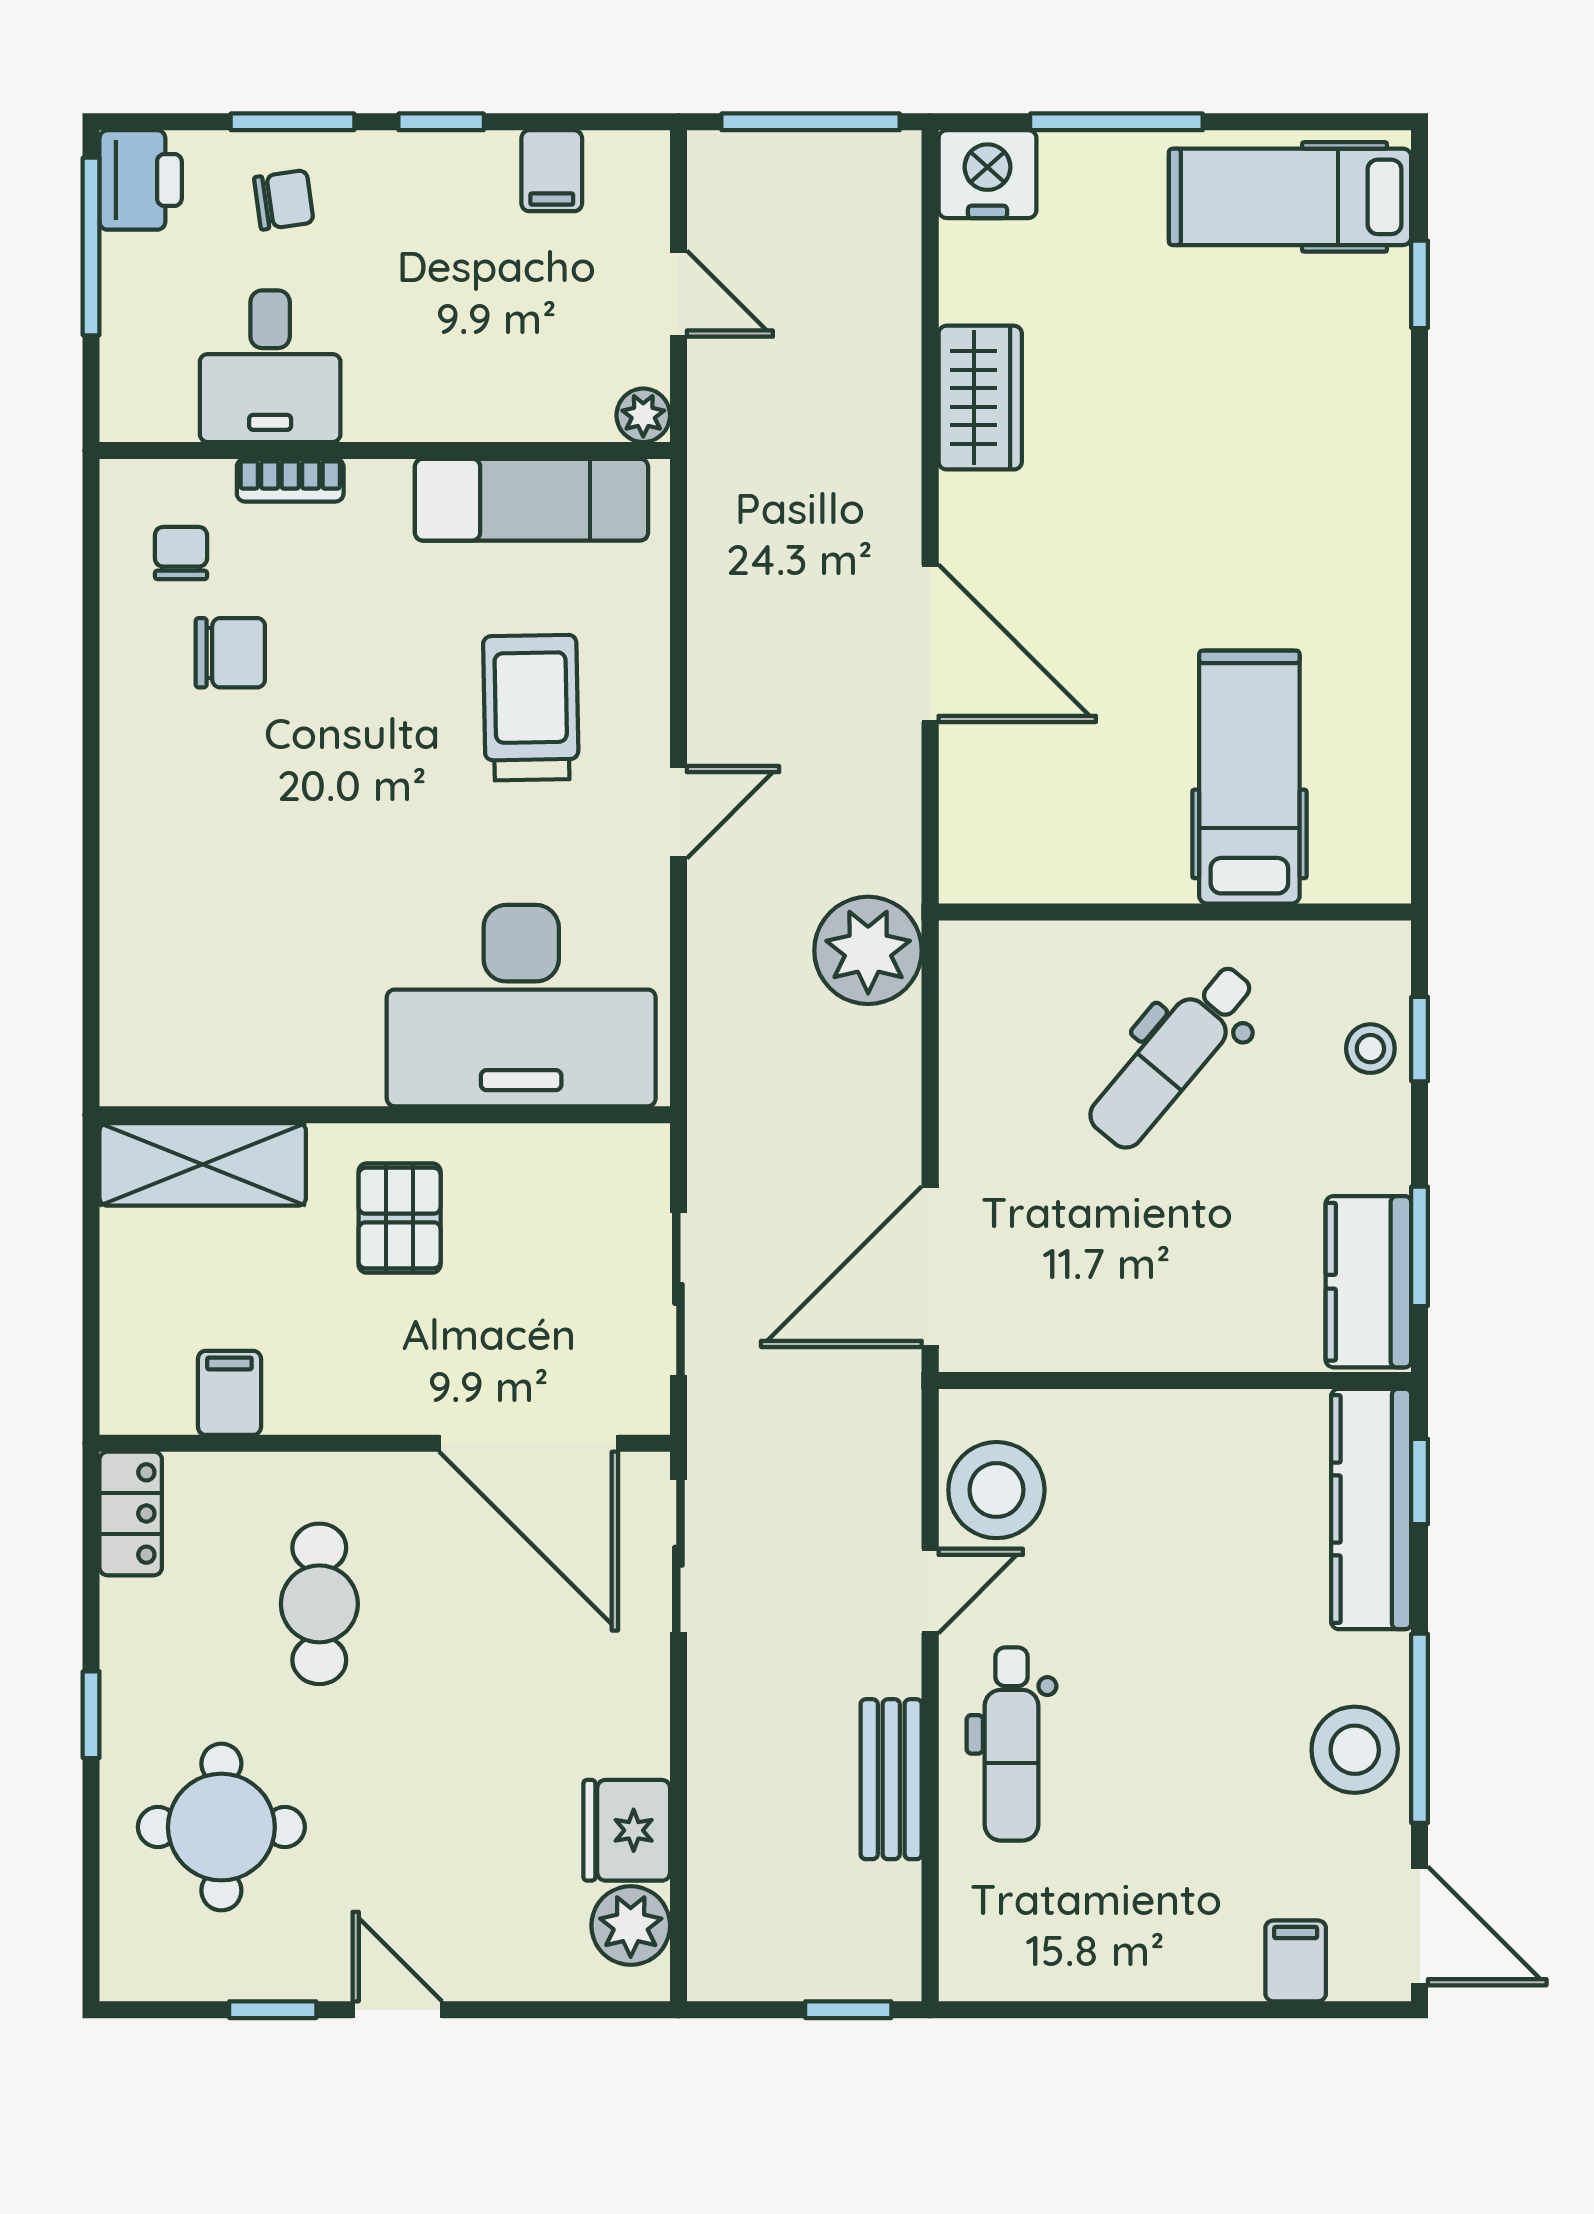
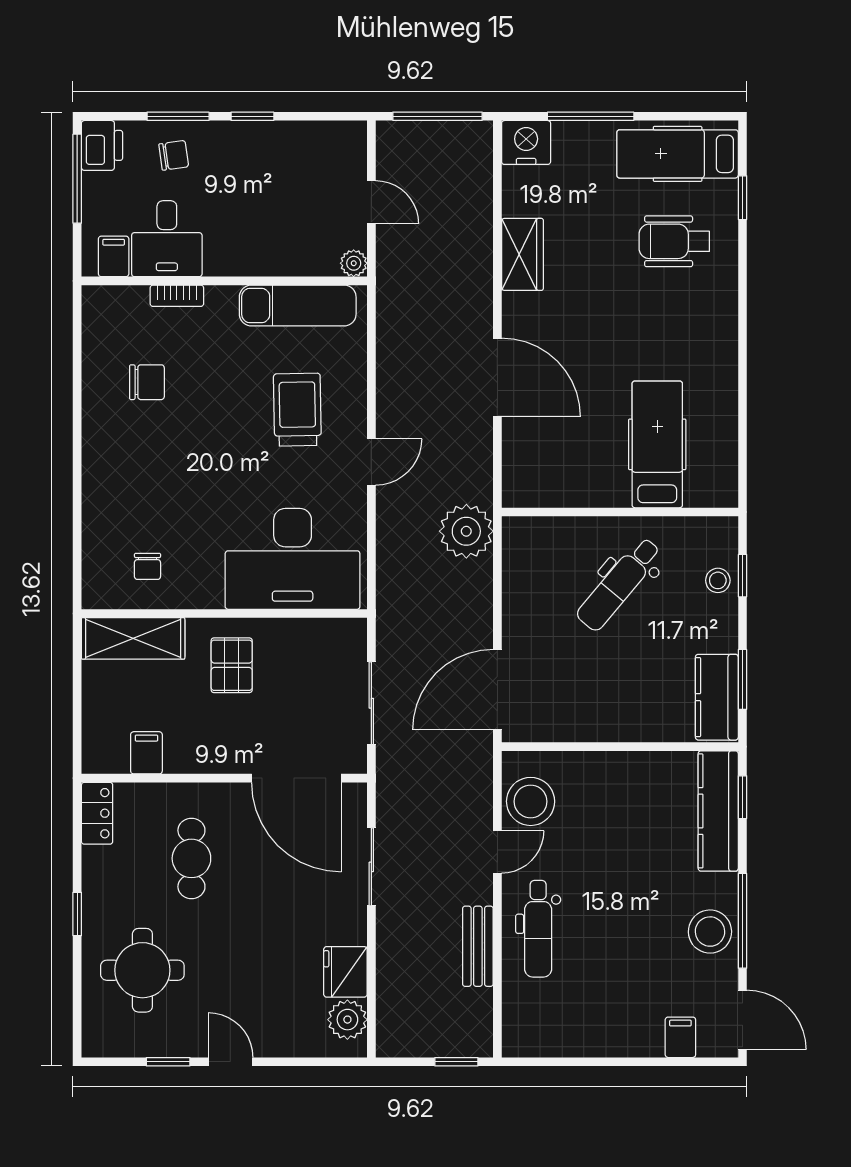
filing cabinet: (552, 171) -> (114, 256), moved, turned 180
wheelchair: (1283, 371) -> (674, 241), added
chair: (181, 553) -> (147, 566), moved, turned 180
sliding door: (678, 1556) -> (371, 867), moved

